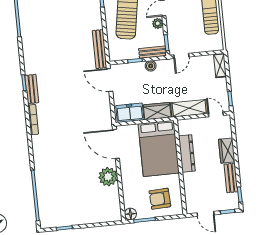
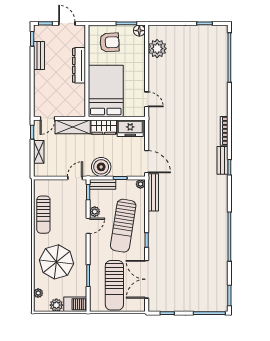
plant: (114, 56) -> (140, 184), added
boiler: (151, 66) -> (101, 167), width x1.86, depth x1.86
shelving: (220, 66) -> (39, 152), moved
door: (216, 114) -> (47, 118), hinge flipped
door: (116, 144) -> (147, 99), width x0.53
wardrobe: (227, 151) -> (40, 82), removed
dresser: (187, 153) -> (79, 65), moved
plant: (108, 177) -> (157, 49), moved

